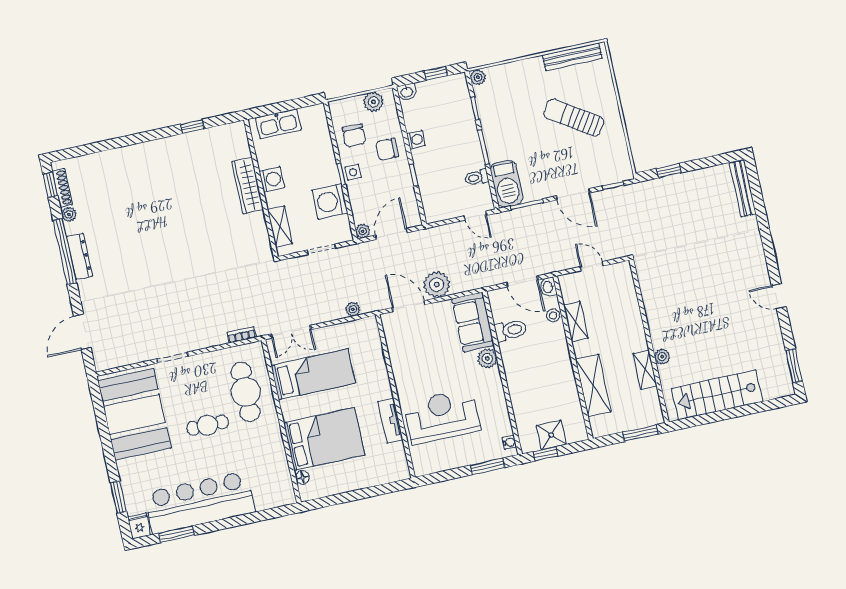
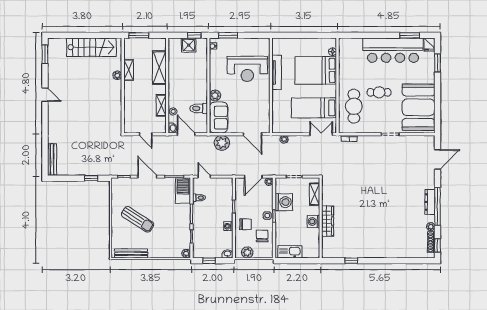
kitchen sink: (278, 124) -> (290, 252), moved
plant: (437, 285) -> (222, 143), moved
tv unit: (390, 421) -> (277, 73), width x1.41

